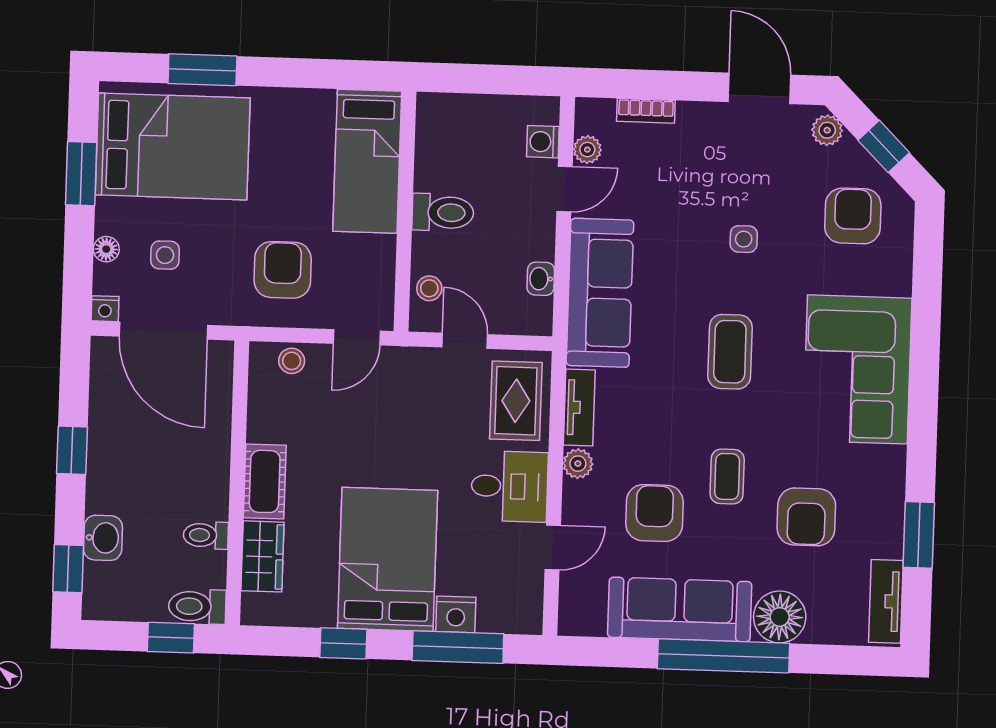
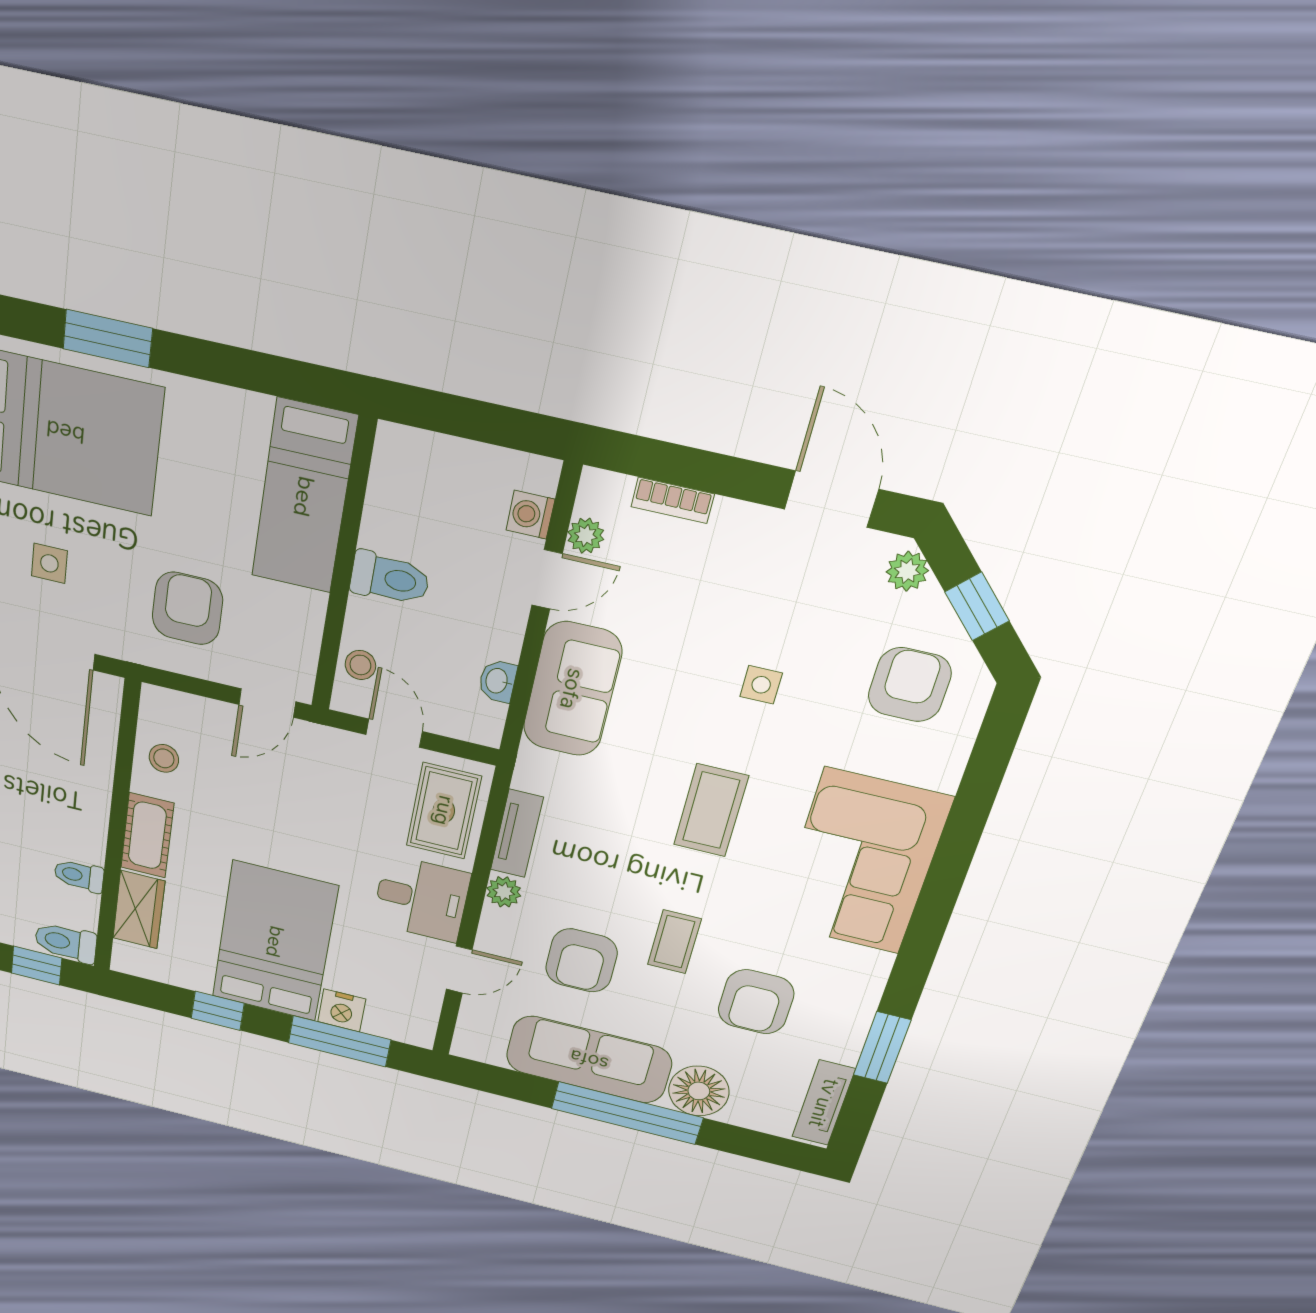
sofa: (600, 293) -> (572, 689), width x0.73
stool: (292, 361) -> (164, 758), moved
armchair: (654, 513) -> (581, 960), turned 180

